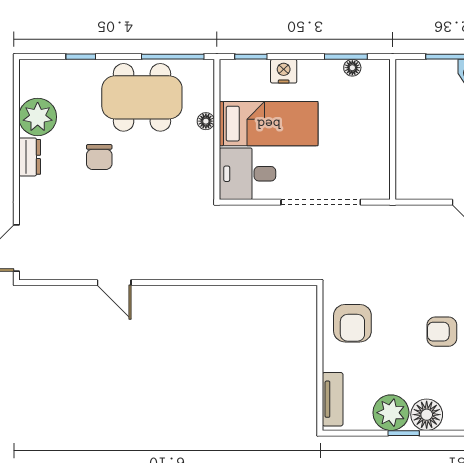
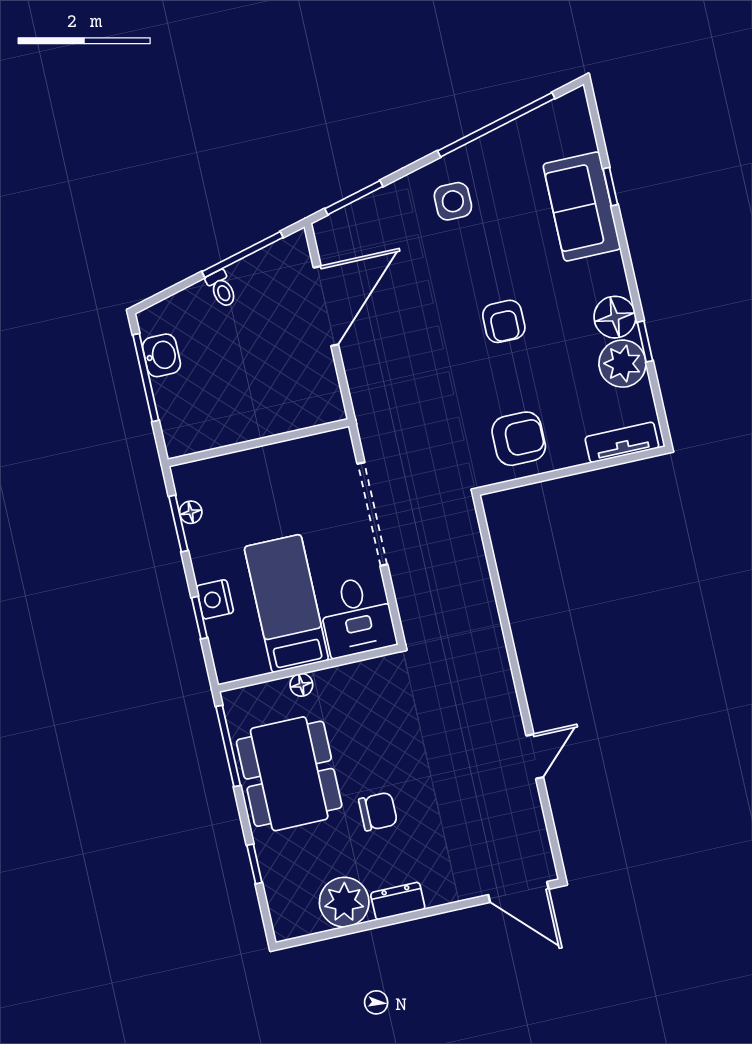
window: (251, 57) -> (199, 618), moved

